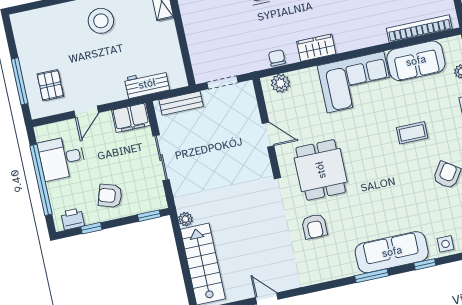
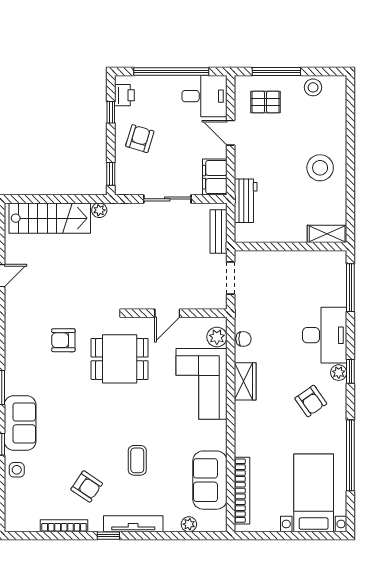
stool: (27, 44) -> (313, 87), added
corner sofa: (356, 82) -> (201, 384), moved
desk: (62, 158) -> (204, 96), moved, turned 90
sofa: (392, 252) -> (20, 423), width x0.73

